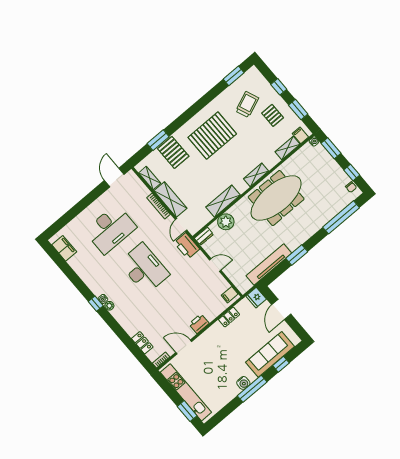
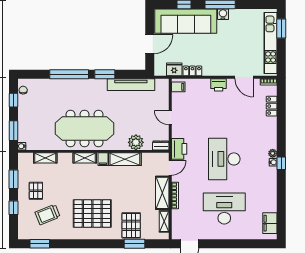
filing cabinet: (300, 135) -> (103, 159), moved
window: (341, 217) -> (69, 74), moved
fridge: (256, 298) -> (174, 69), moved, turned -90
sofa: (270, 354) -> (186, 21), width x1.36, depth x1.27

